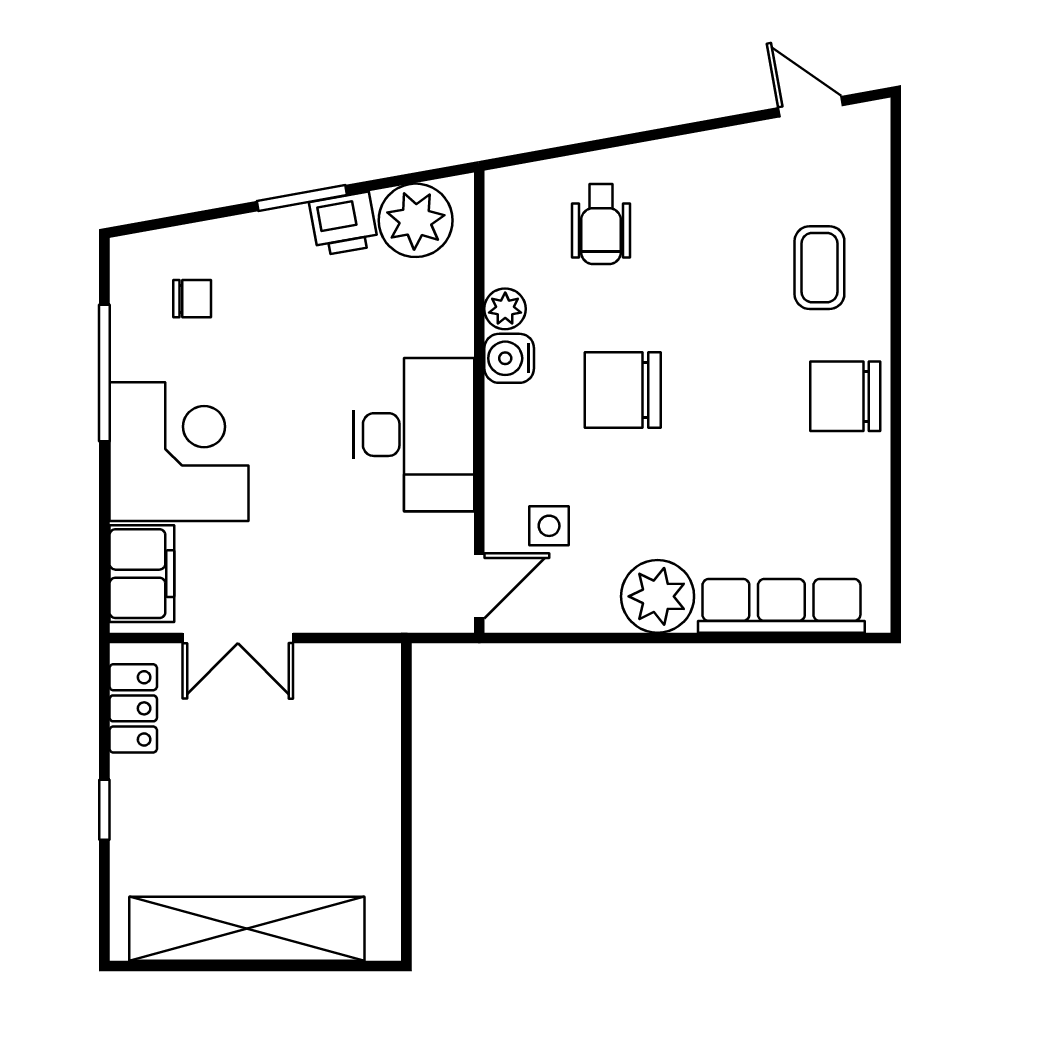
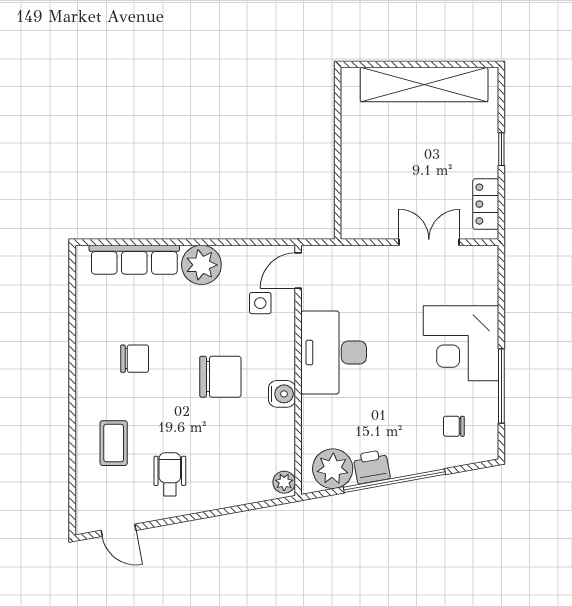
window: (302, 198) -> (394, 481), width x2.11
wheelchair: (601, 224) -> (170, 474), moved
plant: (505, 309) -> (284, 482), moved
chair: (845, 396) -> (135, 359), moved, width x0.73, depth x0.73
filing cabinet: (142, 574) -> (481, 277), removed

